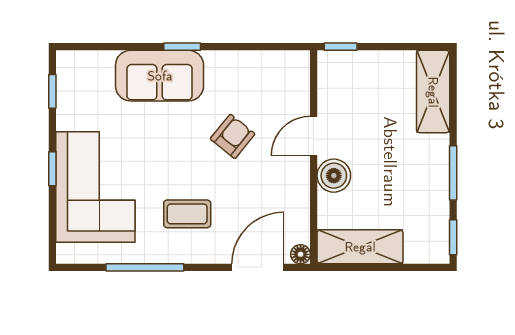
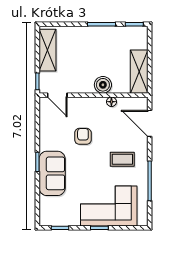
shelving: (433, 92) -> (48, 50), moved, turned 90
armchair: (233, 136) -> (83, 136), turned 51
door: (314, 136) -> (57, 95), moved
coffee table: (187, 214) -> (122, 159), turned 90
floor lamp: (301, 254) -> (111, 102), moved

